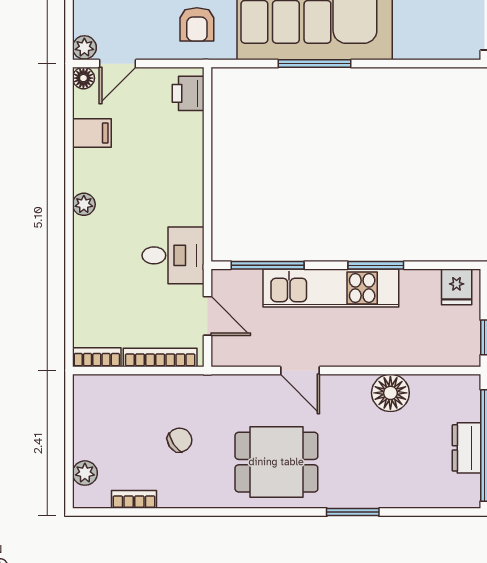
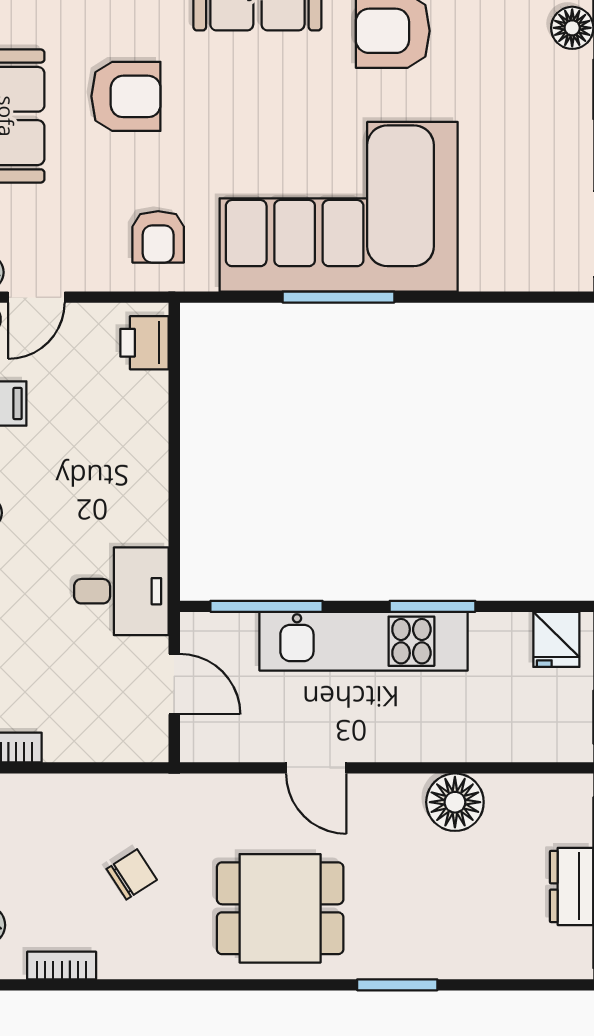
bookcase: (160, 358) -> (102, 748), removed

